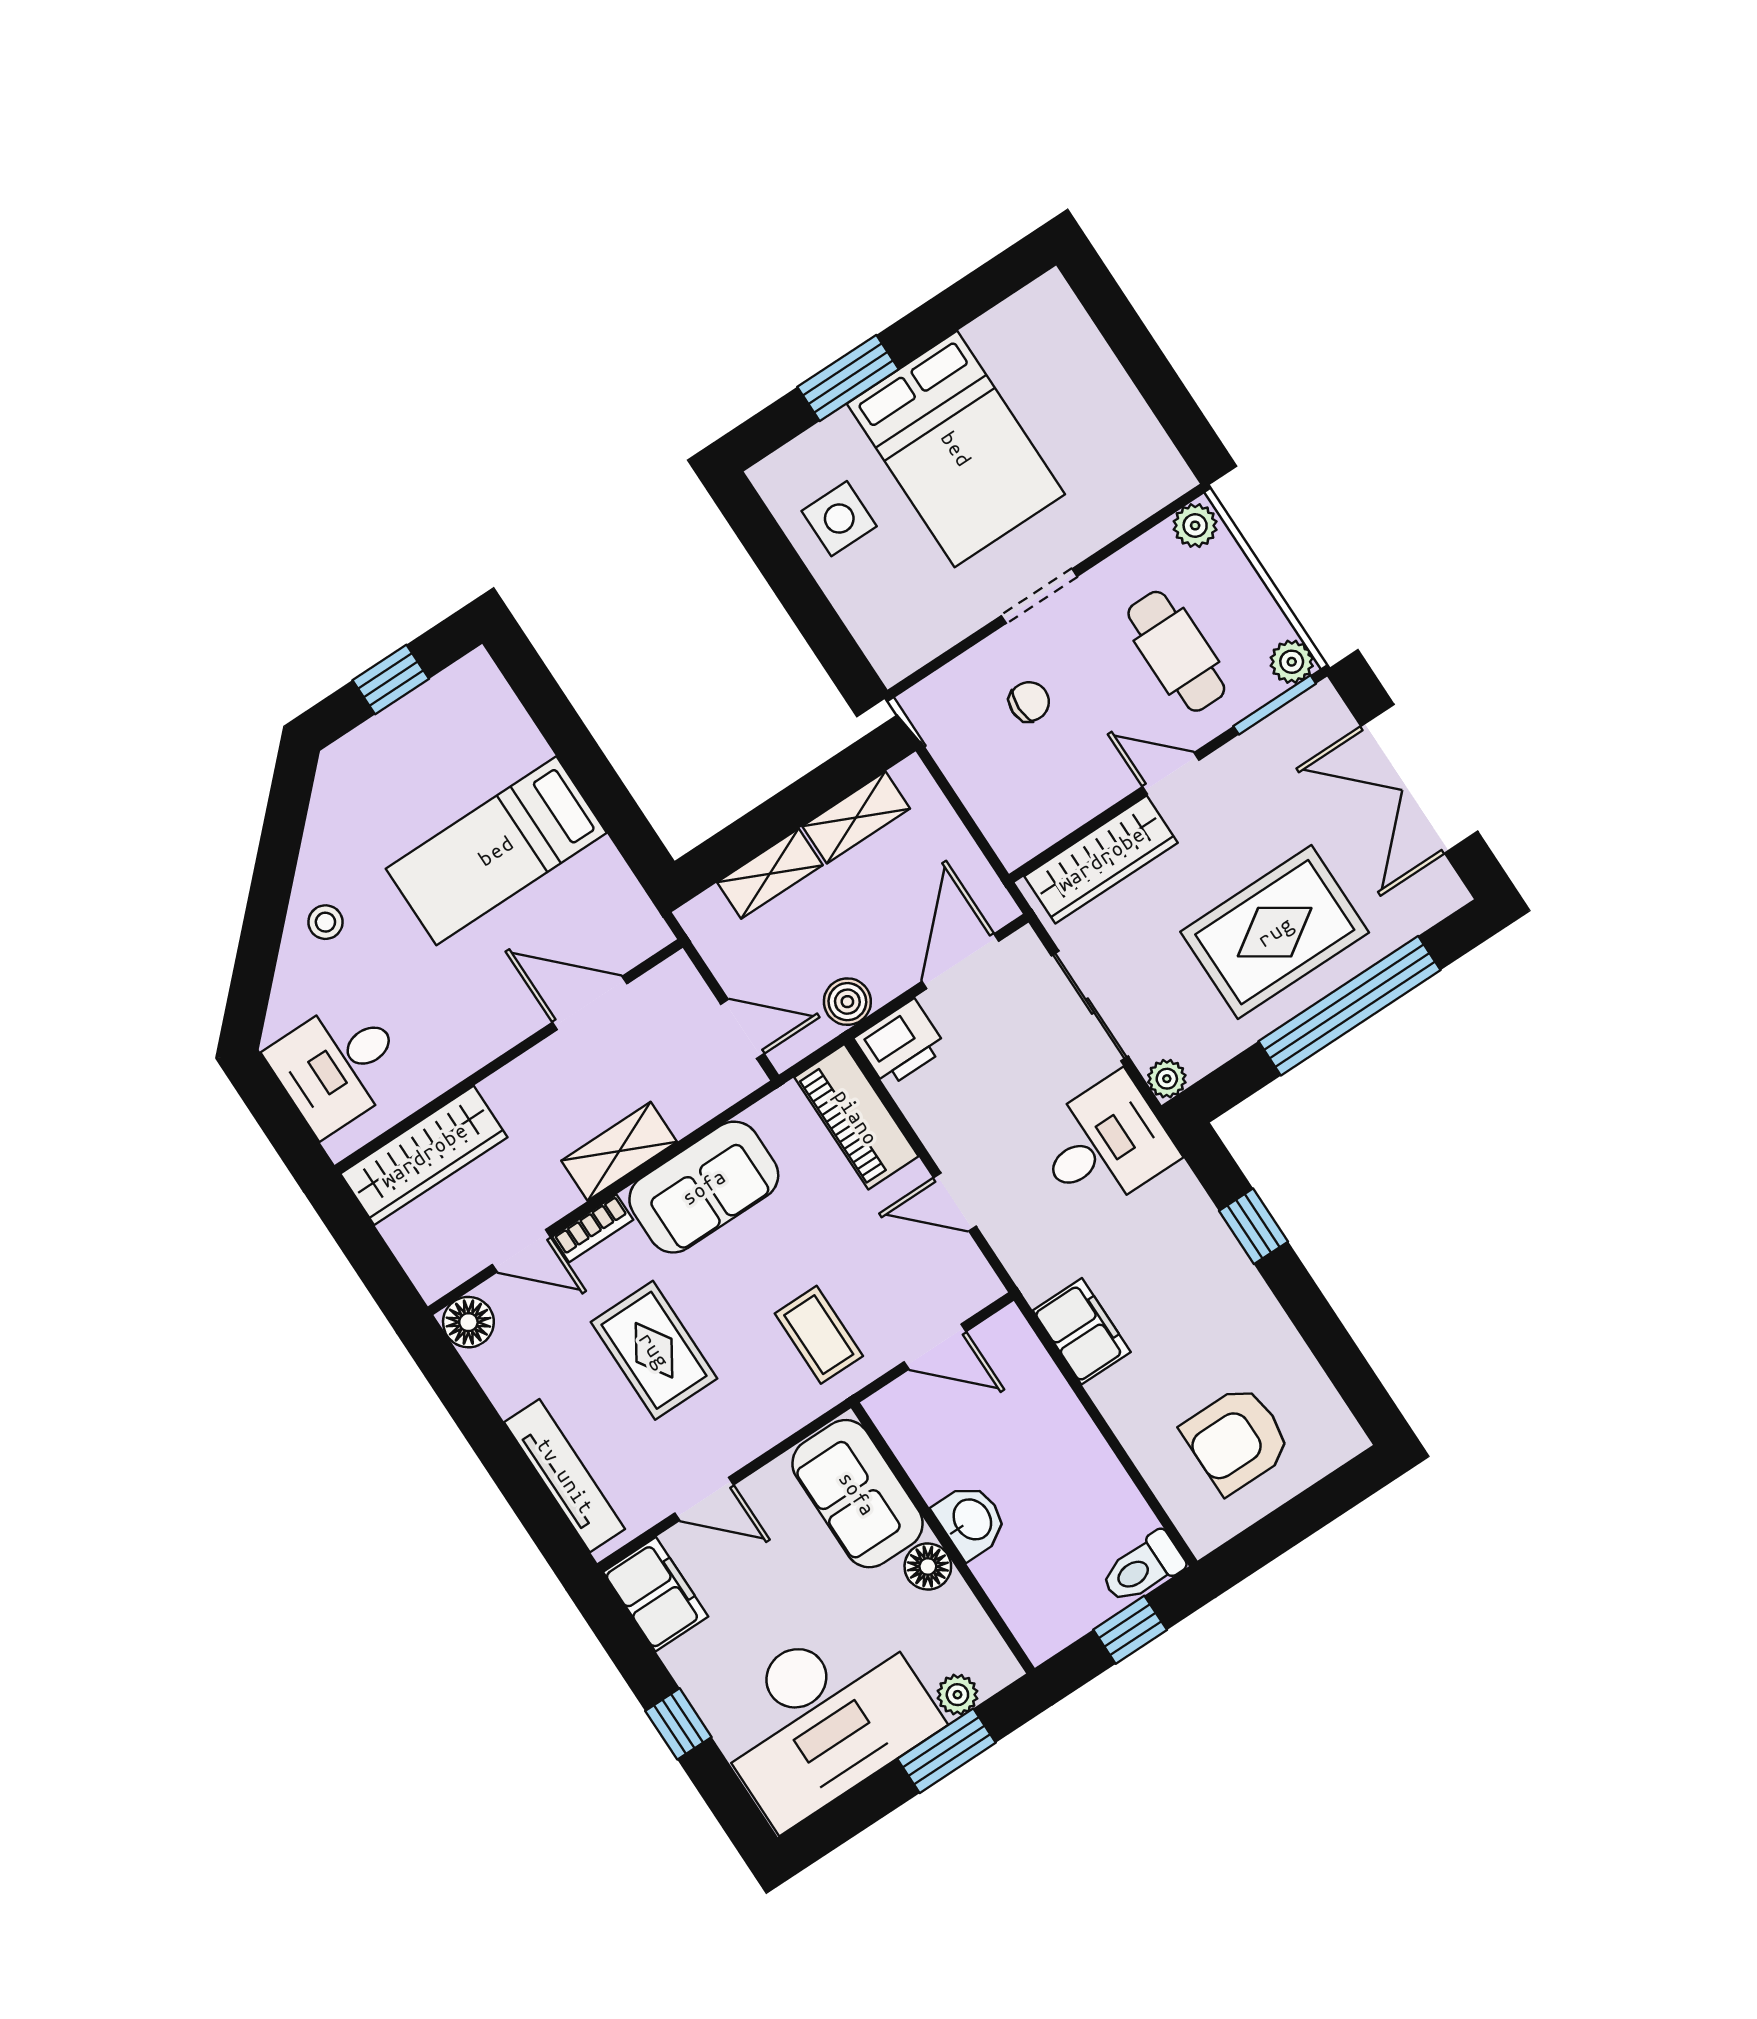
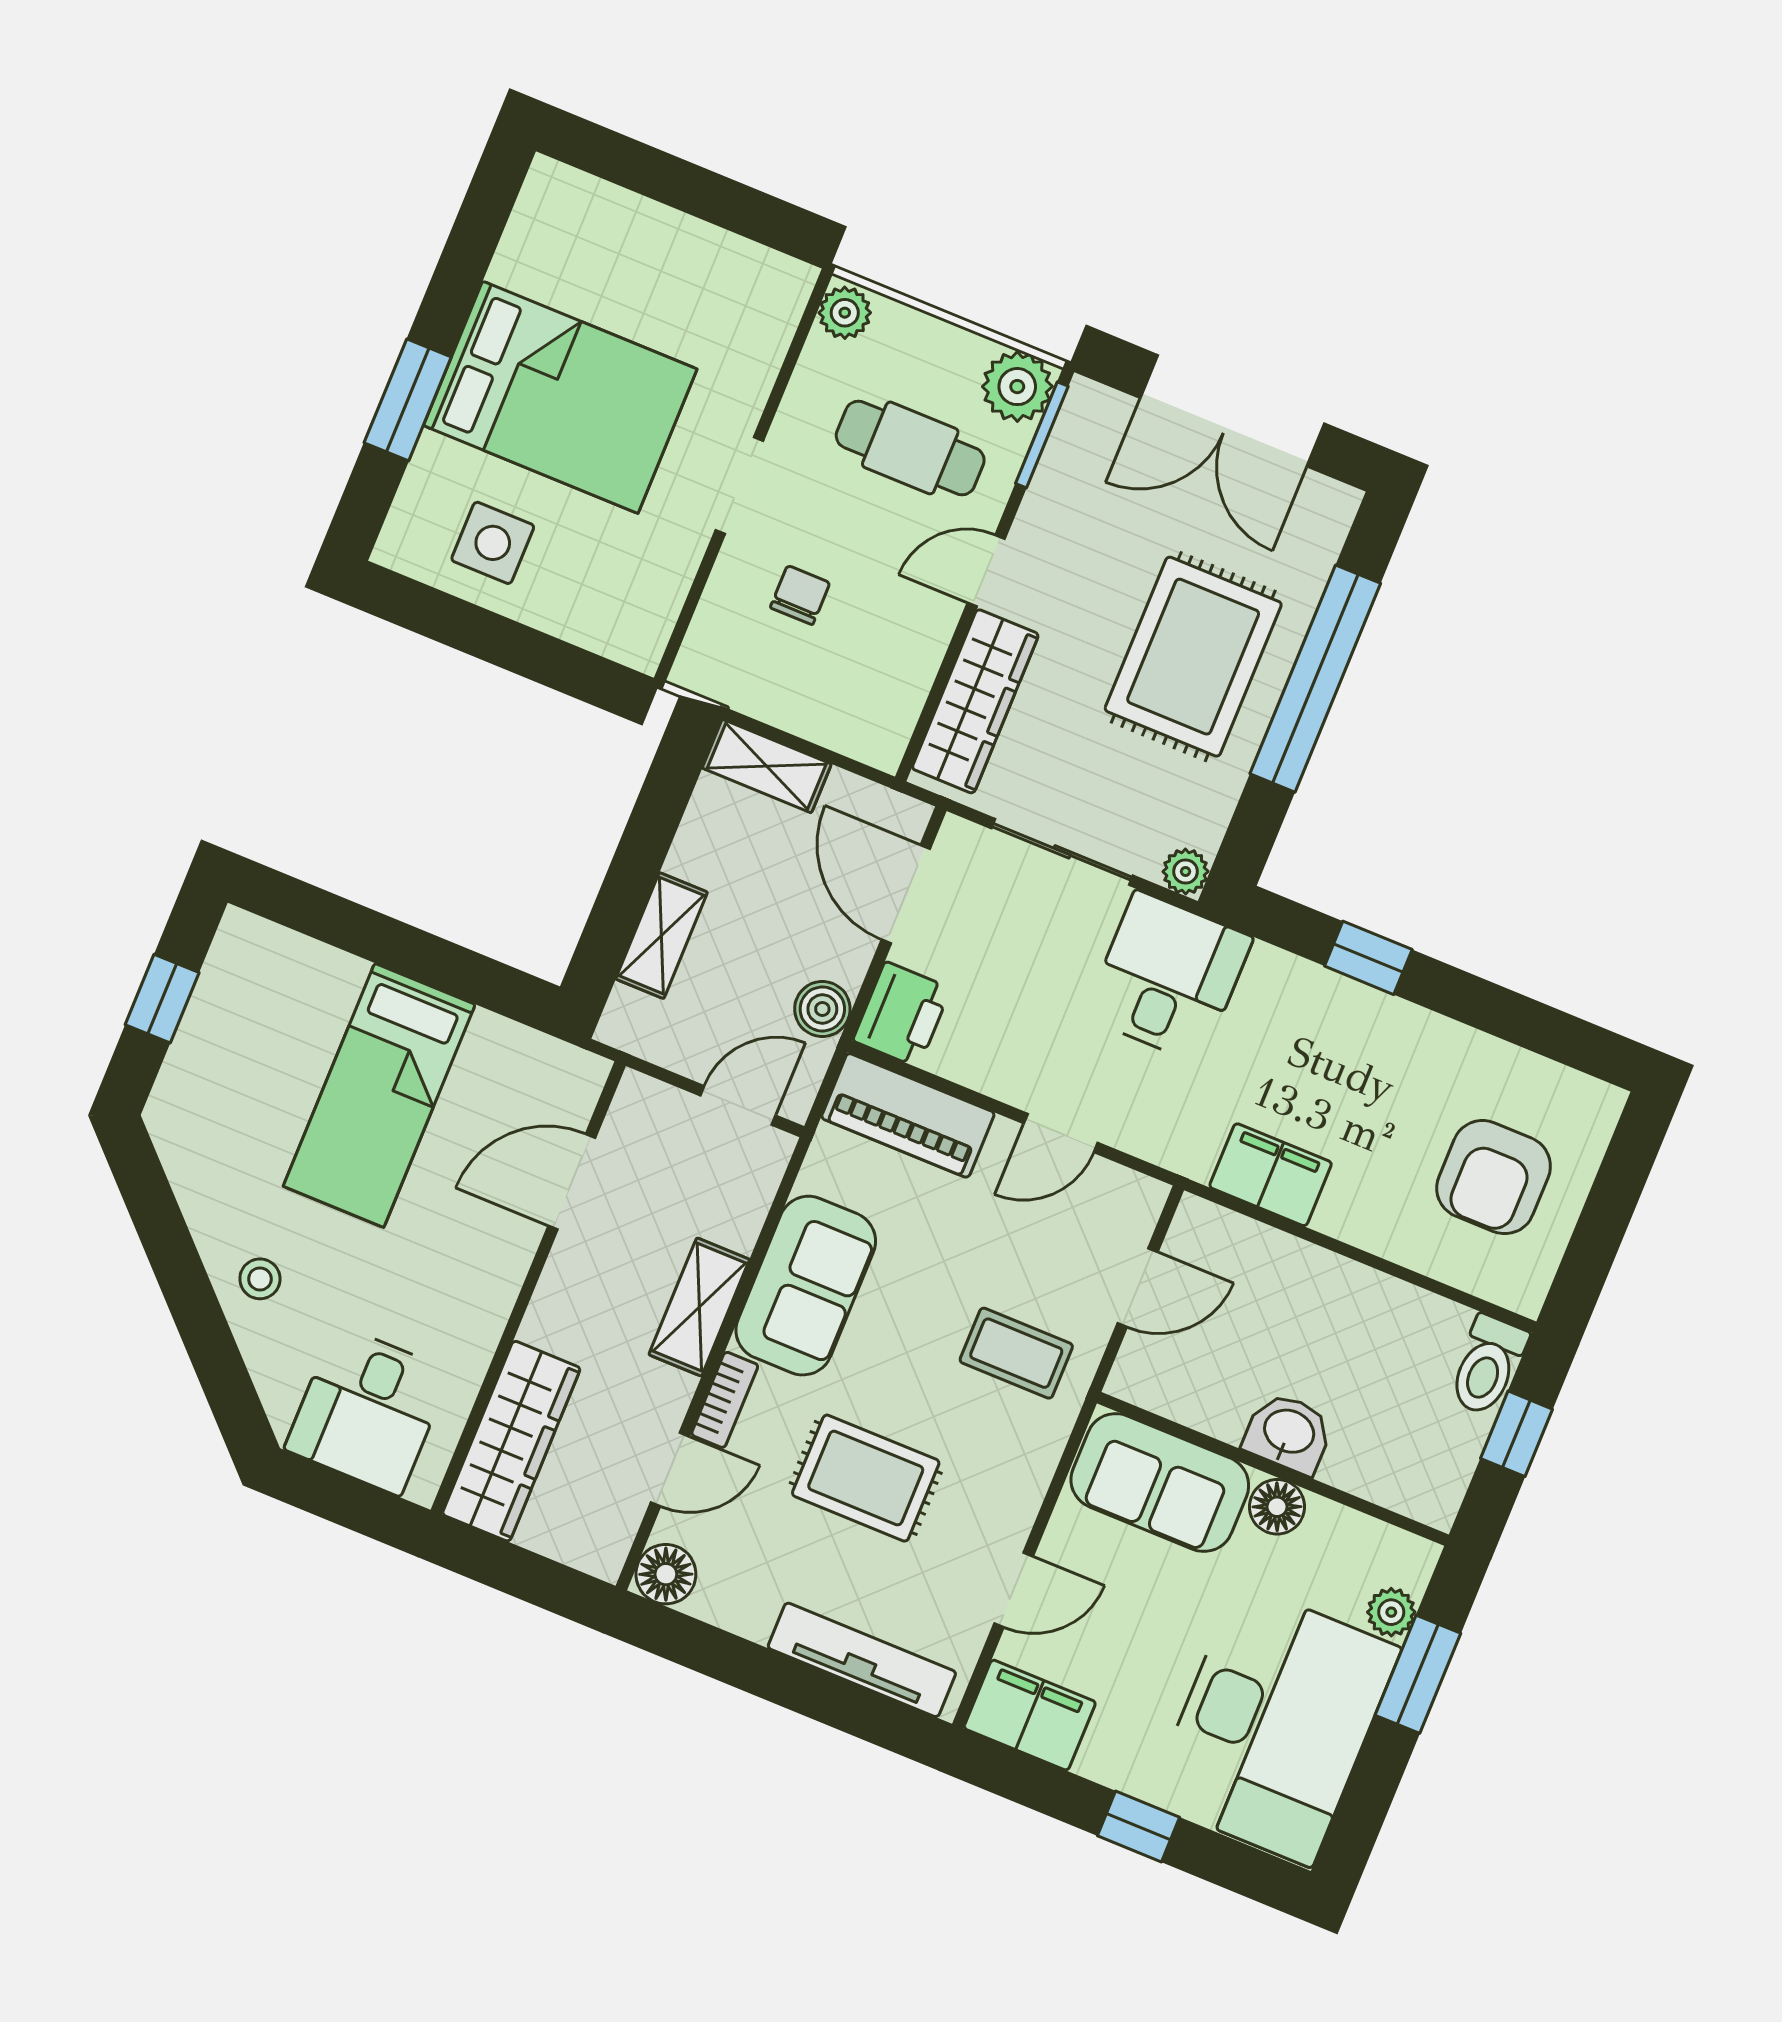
plant: (1292, 662) -> (1017, 387), width x1.38, depth x1.38
shelving: (856, 817) -> (767, 766), moved, turned 90

